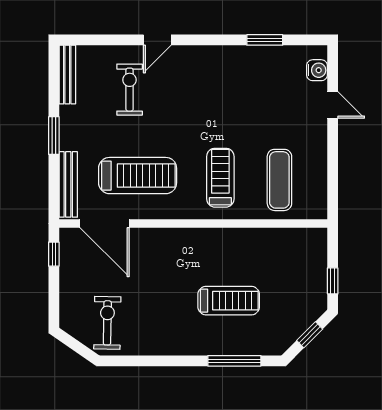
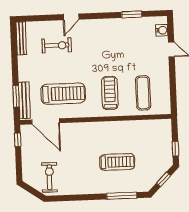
exercise bike: (130, 90) -> (57, 45), turned 90
window: (54, 136) -> (16, 96), moved

